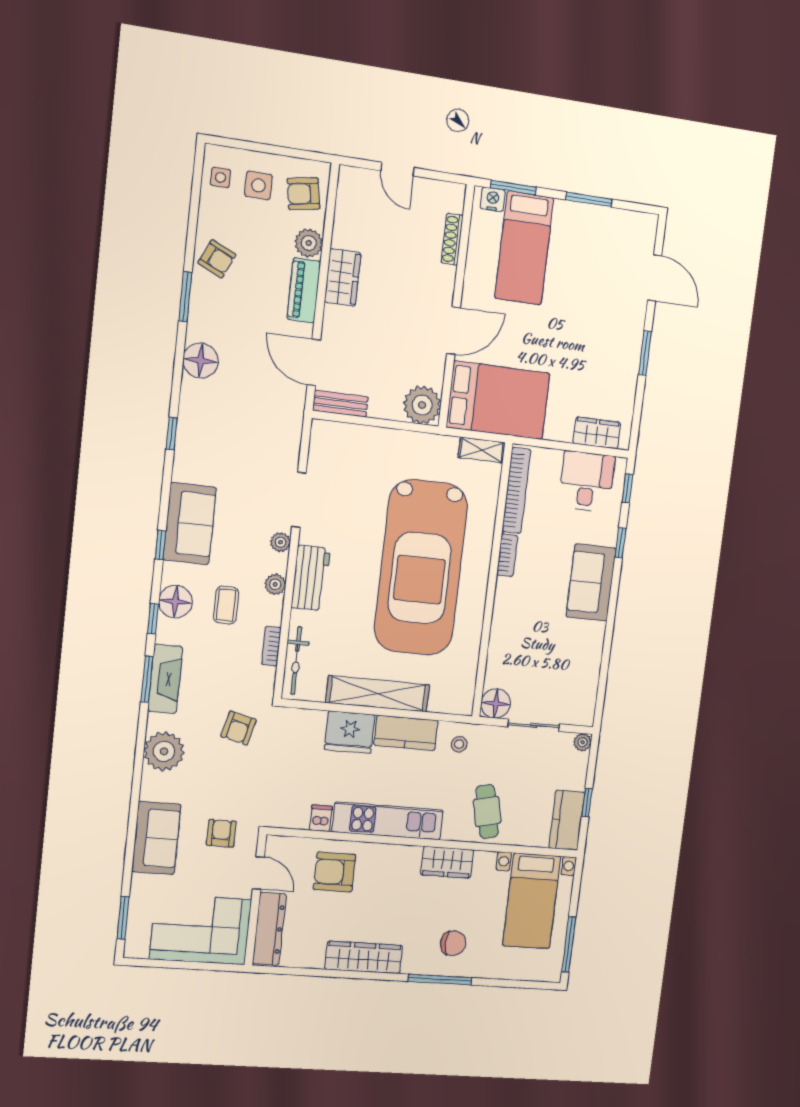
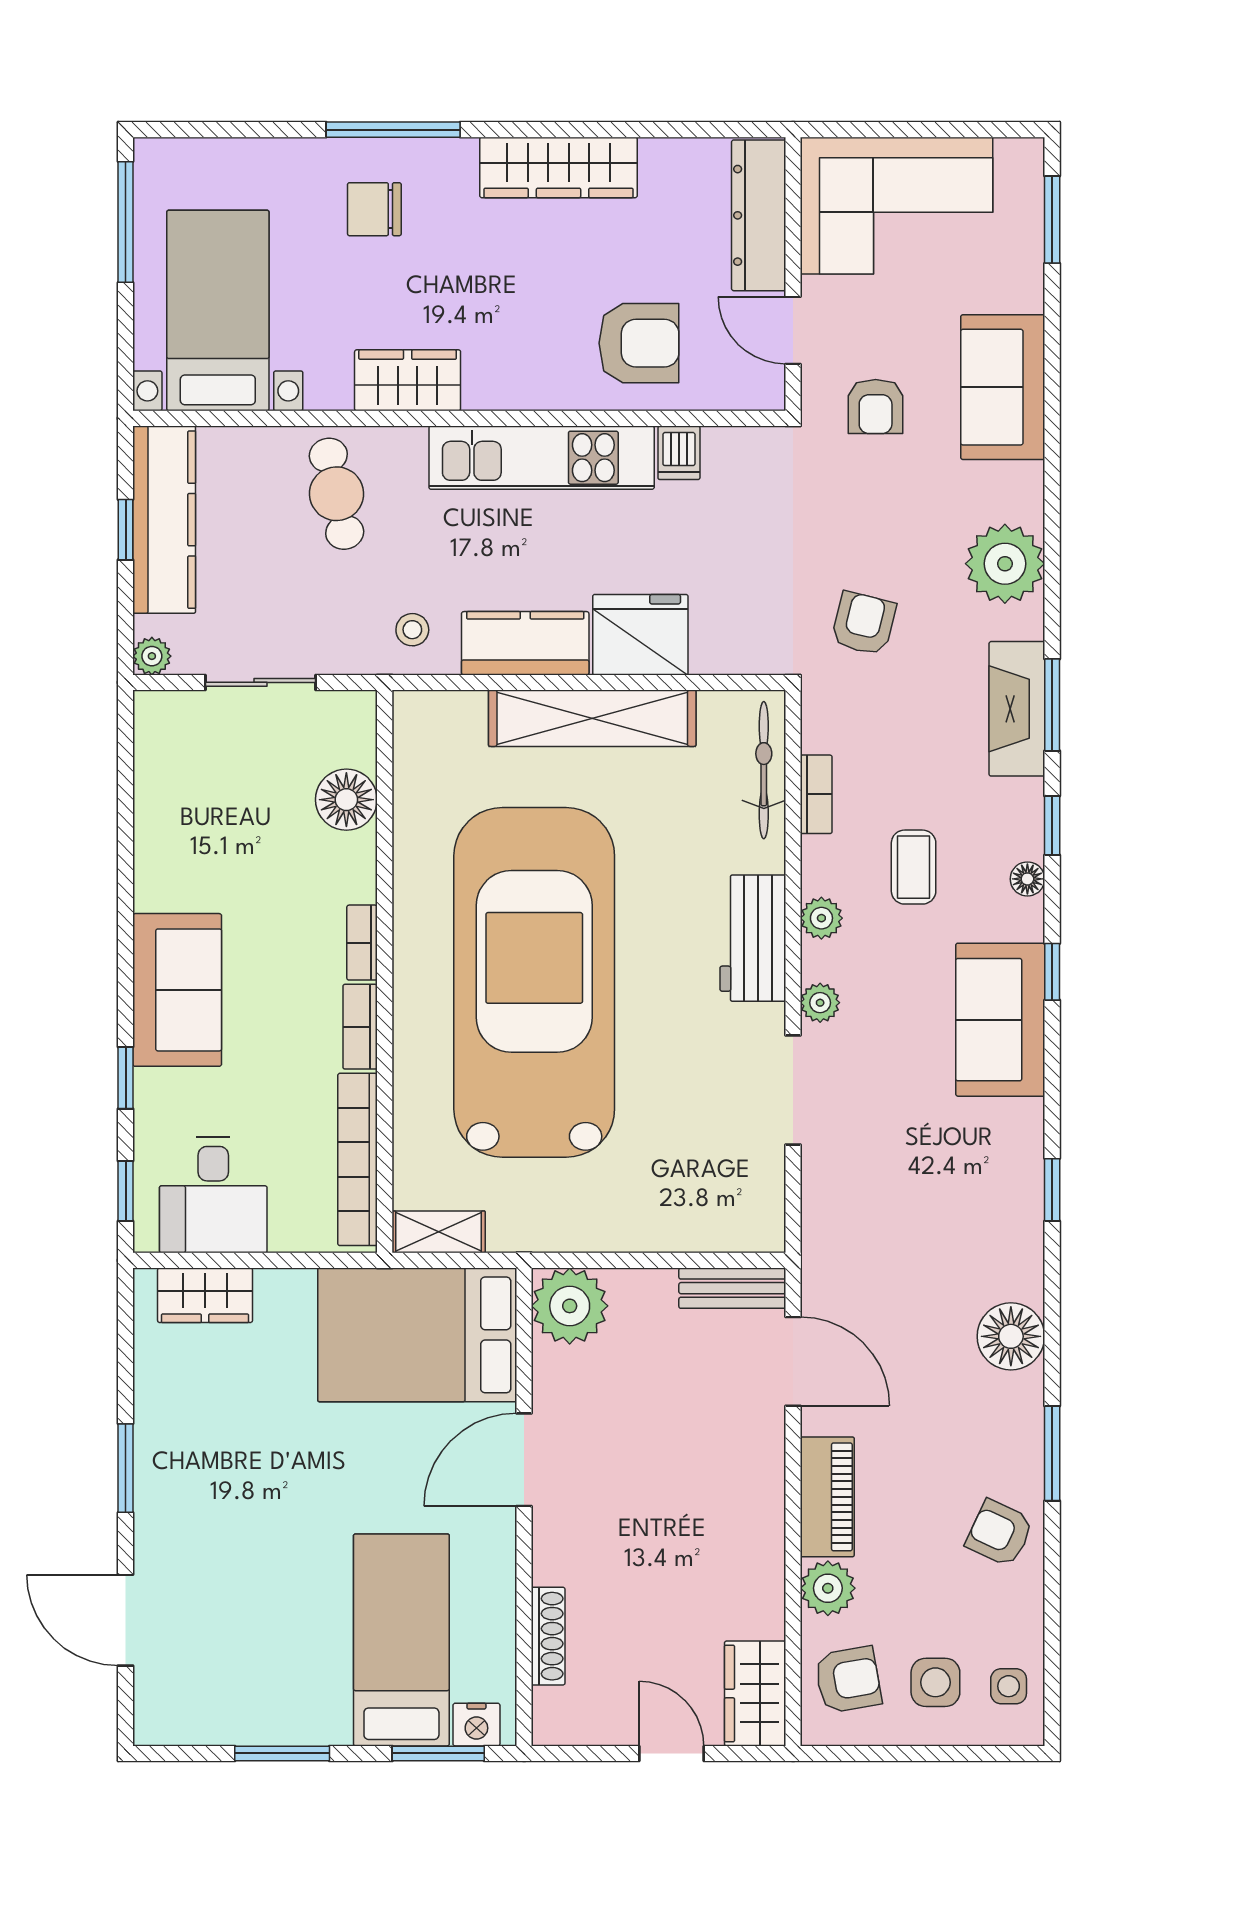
wardrobe: (343, 277) -> (755, 1693), moved
bookcase: (501, 596) -> (362, 943), added
floor lamp: (175, 602) -> (1027, 879), width x0.53, depth x0.53
floor lamp: (496, 703) -> (346, 800), moved
kitchen counter: (567, 820) -> (164, 520), width x1.50

